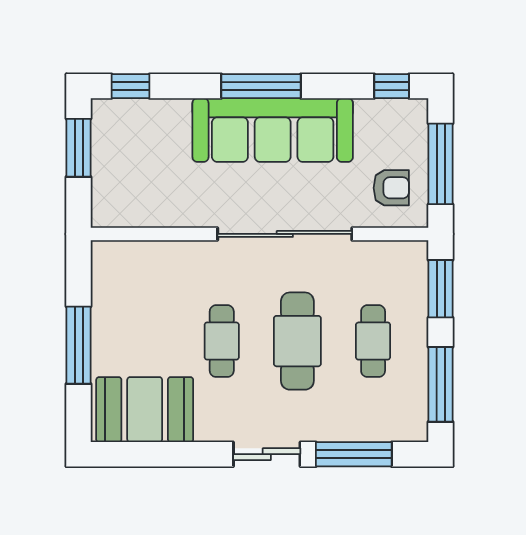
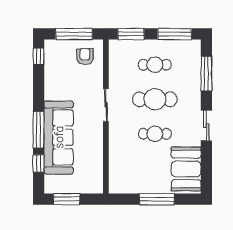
window: (130, 86) -> (39, 164), moved
window: (261, 86) -> (39, 130), moved
sofa: (273, 130) -> (59, 137), moved
sliding door: (285, 234) -> (106, 105), width x0.54
sliding door: (267, 454) -> (206, 126), moved

